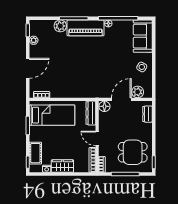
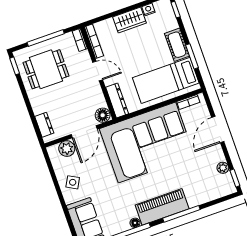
plant: (60, 26) -> (195, 198), removed
corner sofa: (80, 76) -> (147, 143), added
cot: (35, 153) -> (177, 45), moved

